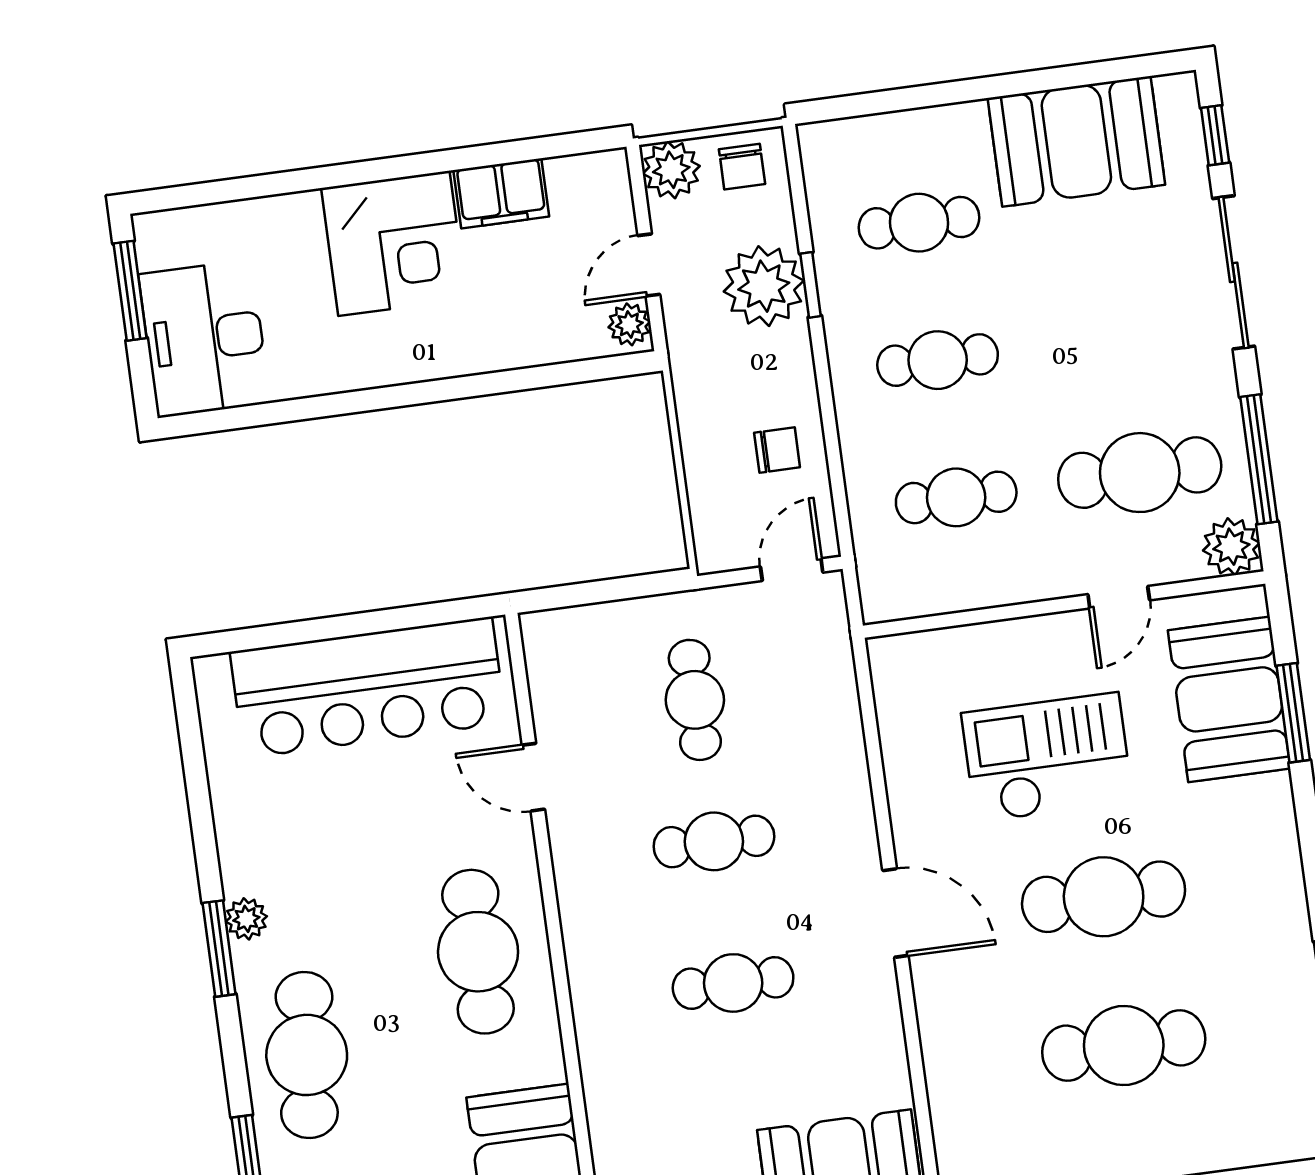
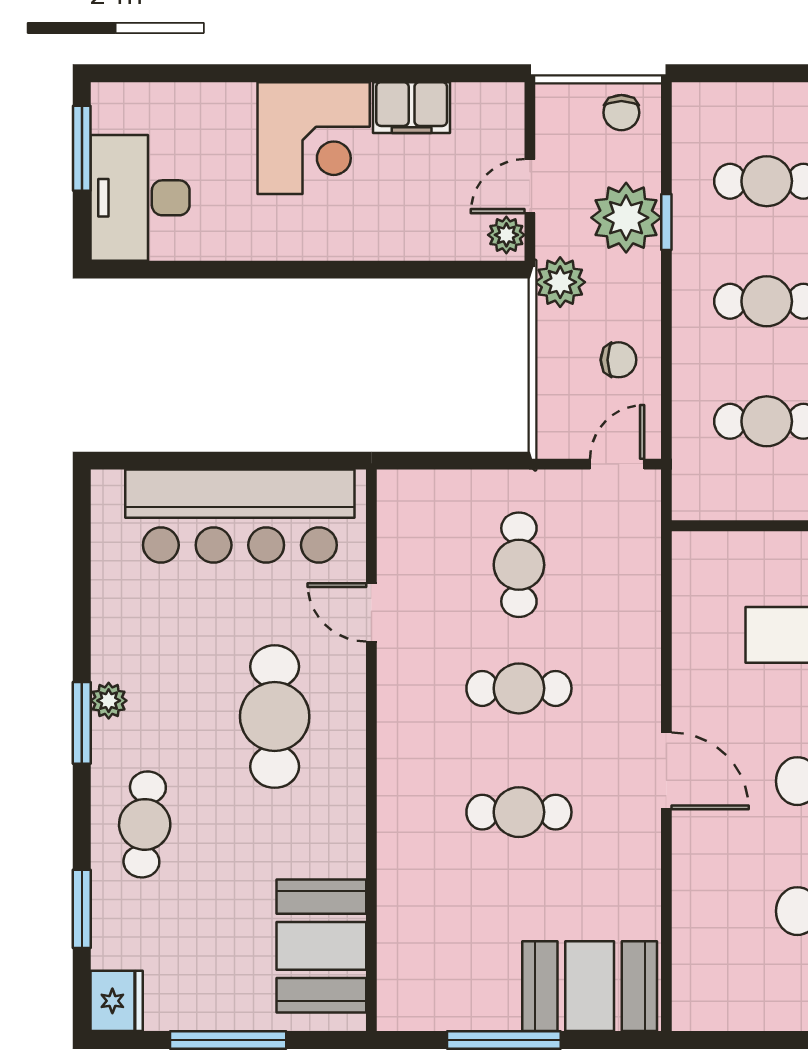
plant: (671, 170) -> (560, 282), moved
cafe table: (478, 952) -> (275, 717), moved
cafe table: (307, 1055) -> (145, 824), width x0.73, depth x0.74

